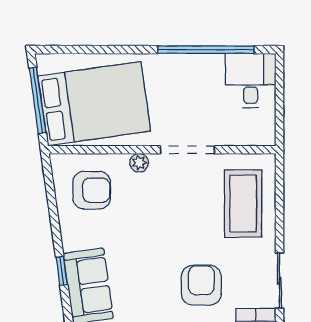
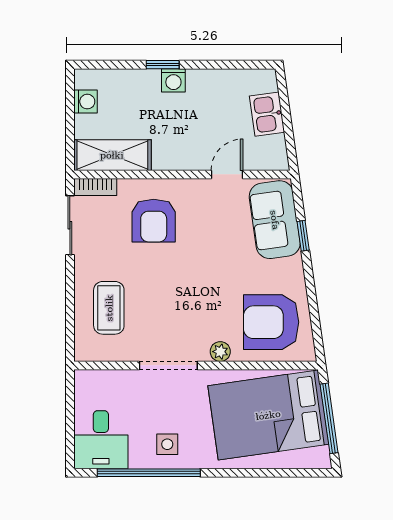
side table: (189, 76) -> (167, 444), added
armchair: (92, 190) -> (271, 322), width x1.36, depth x1.36
coffee table: (243, 204) -> (109, 308), width x0.73, depth x0.76

